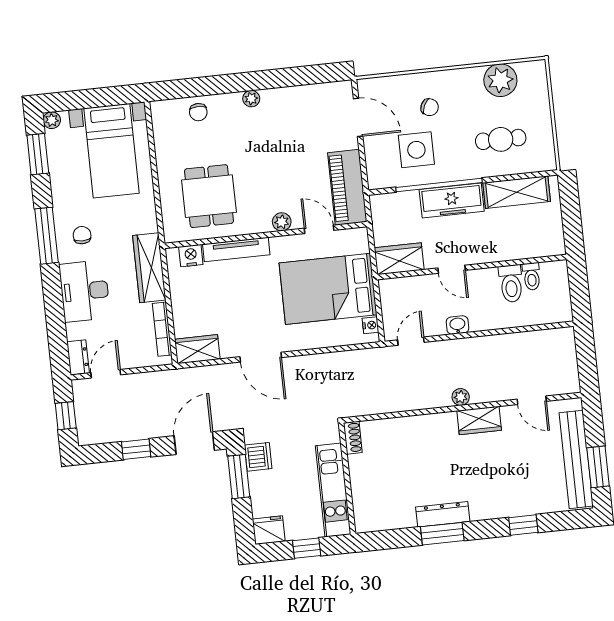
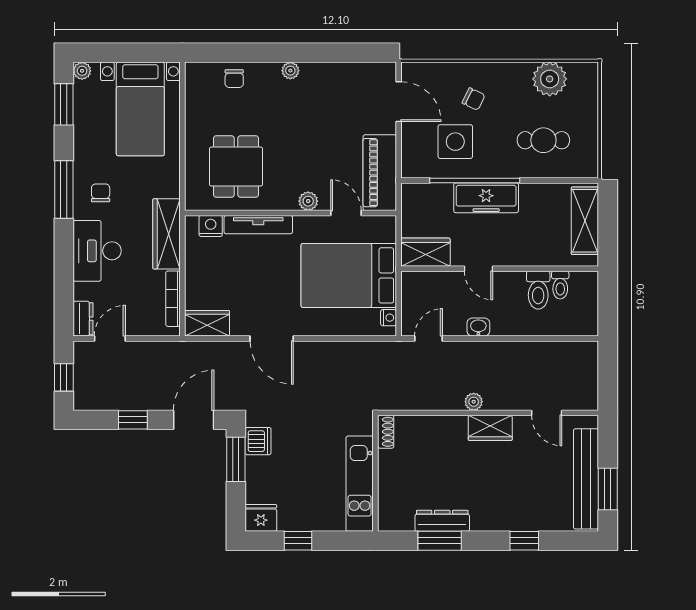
shelving: (517, 192) -> (585, 221), moved, turned 90
shoe rack: (353, 438) -> (386, 432), moved
wall: (347, 479) -> (375, 473), moved
kitchen unit: (333, 490) -> (360, 484), moved

